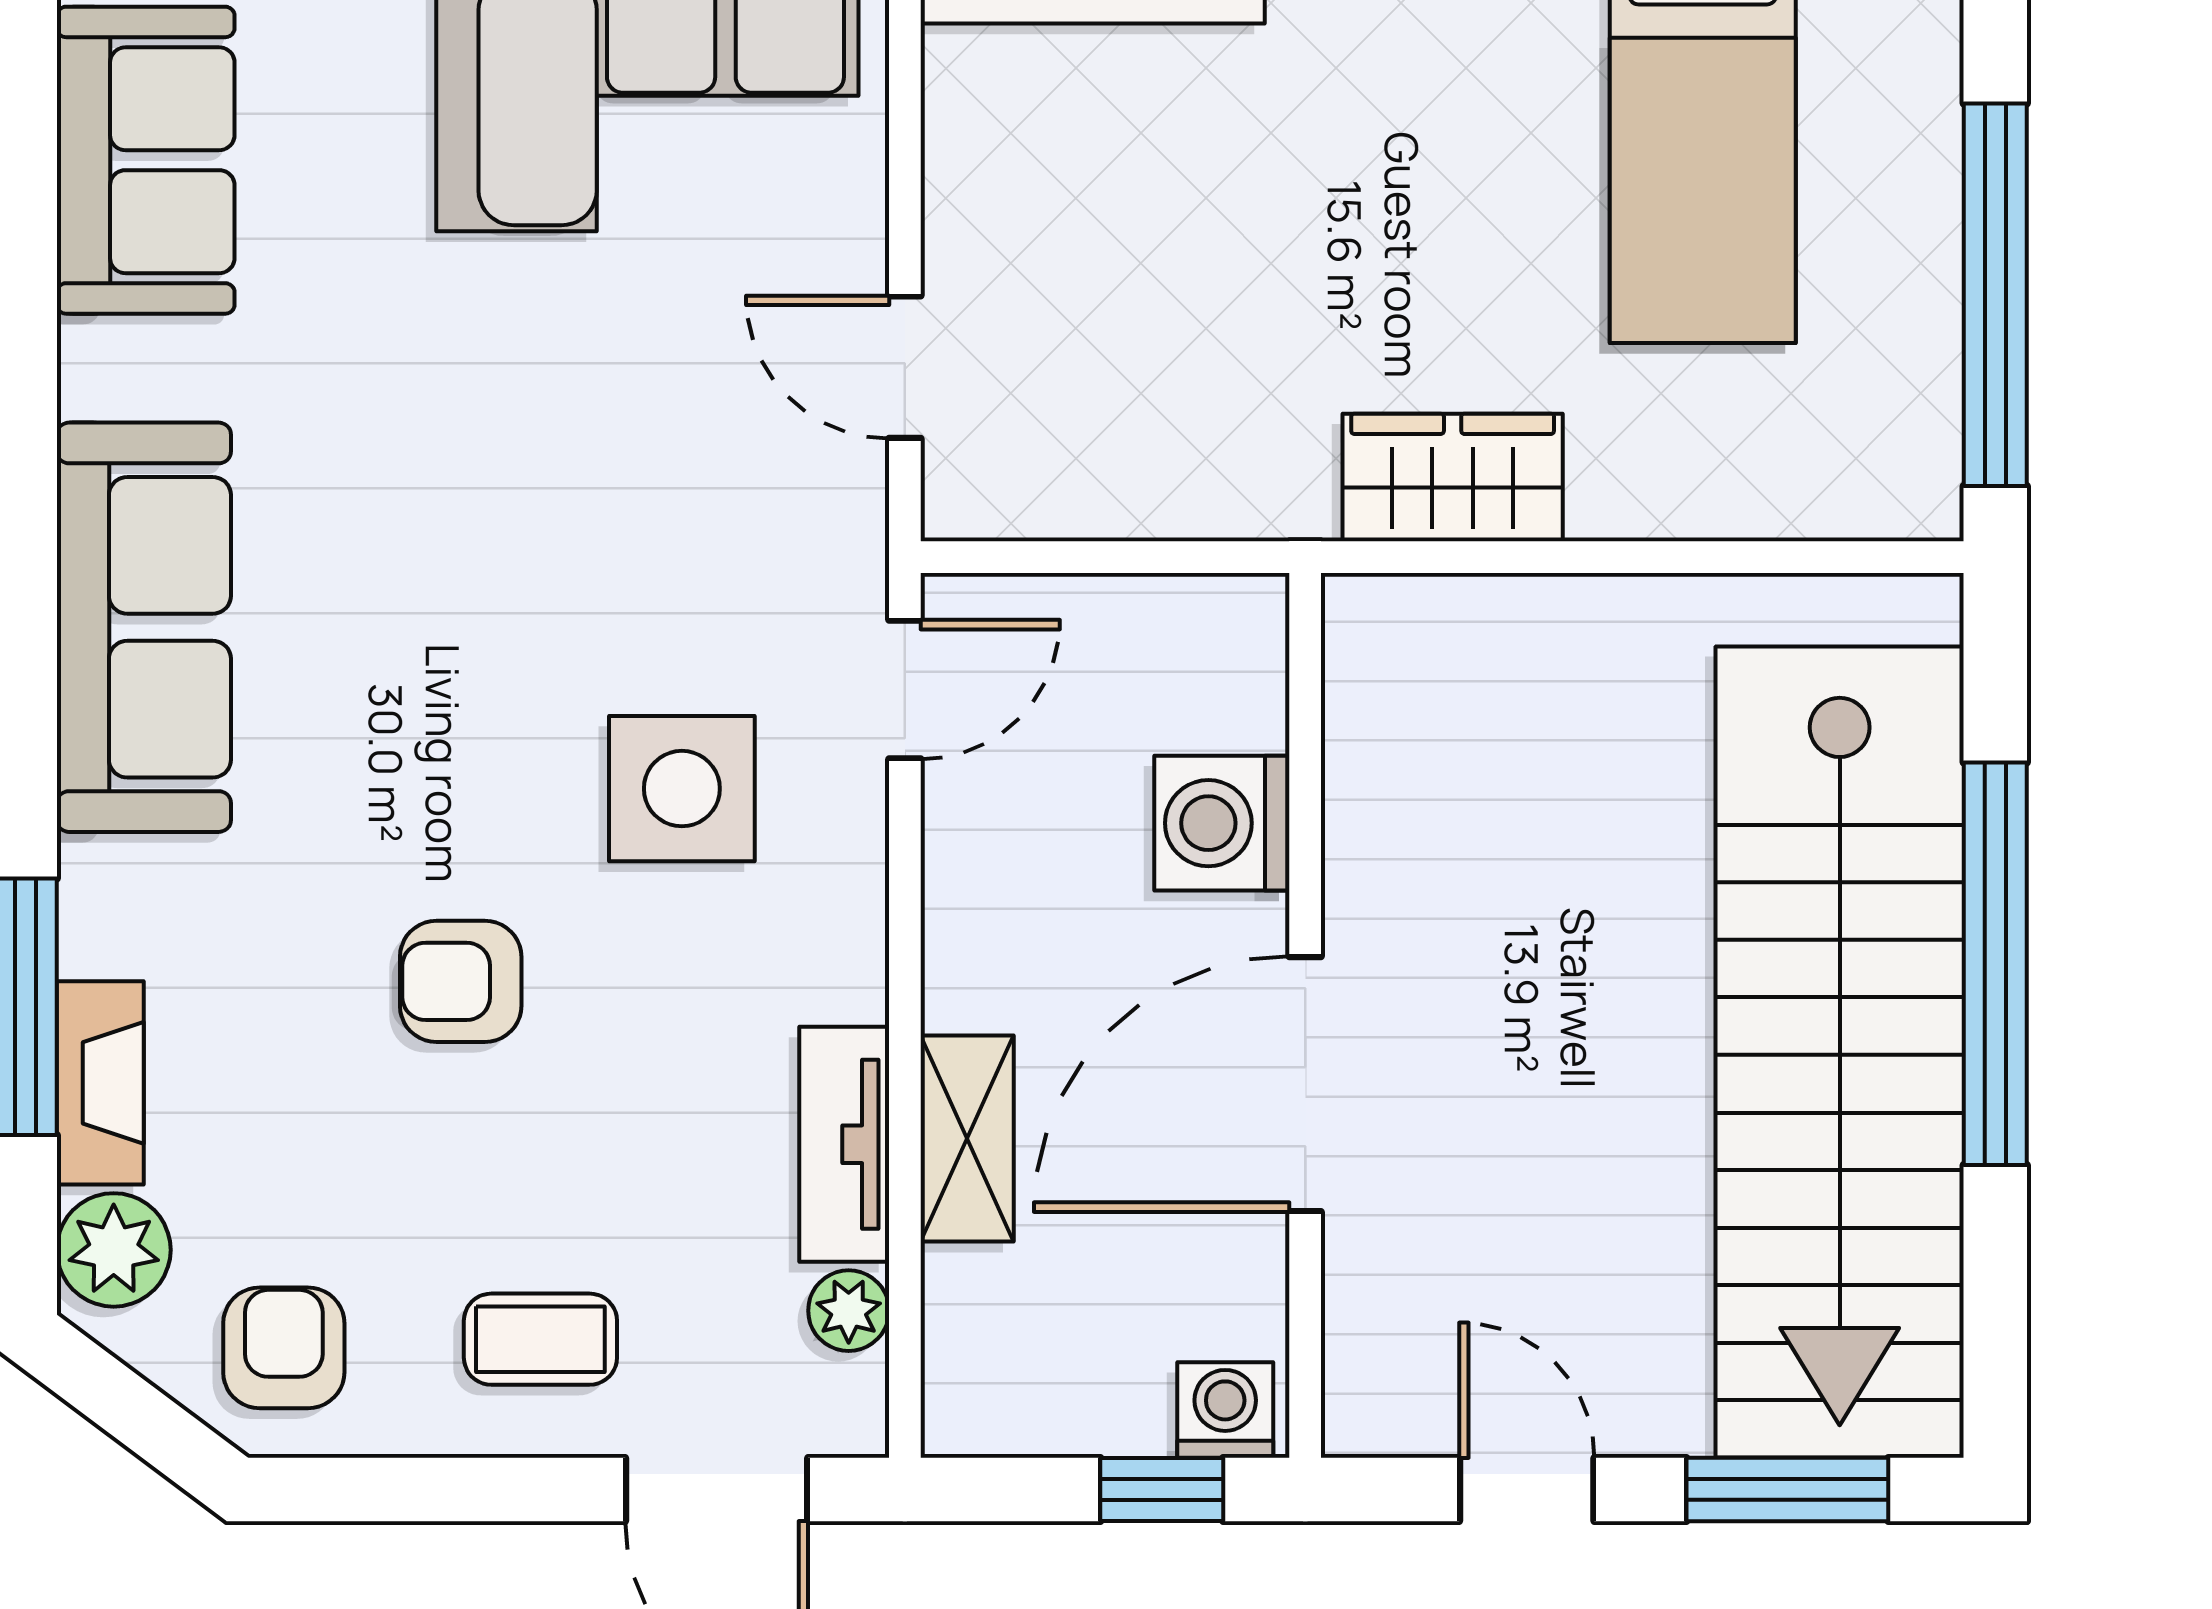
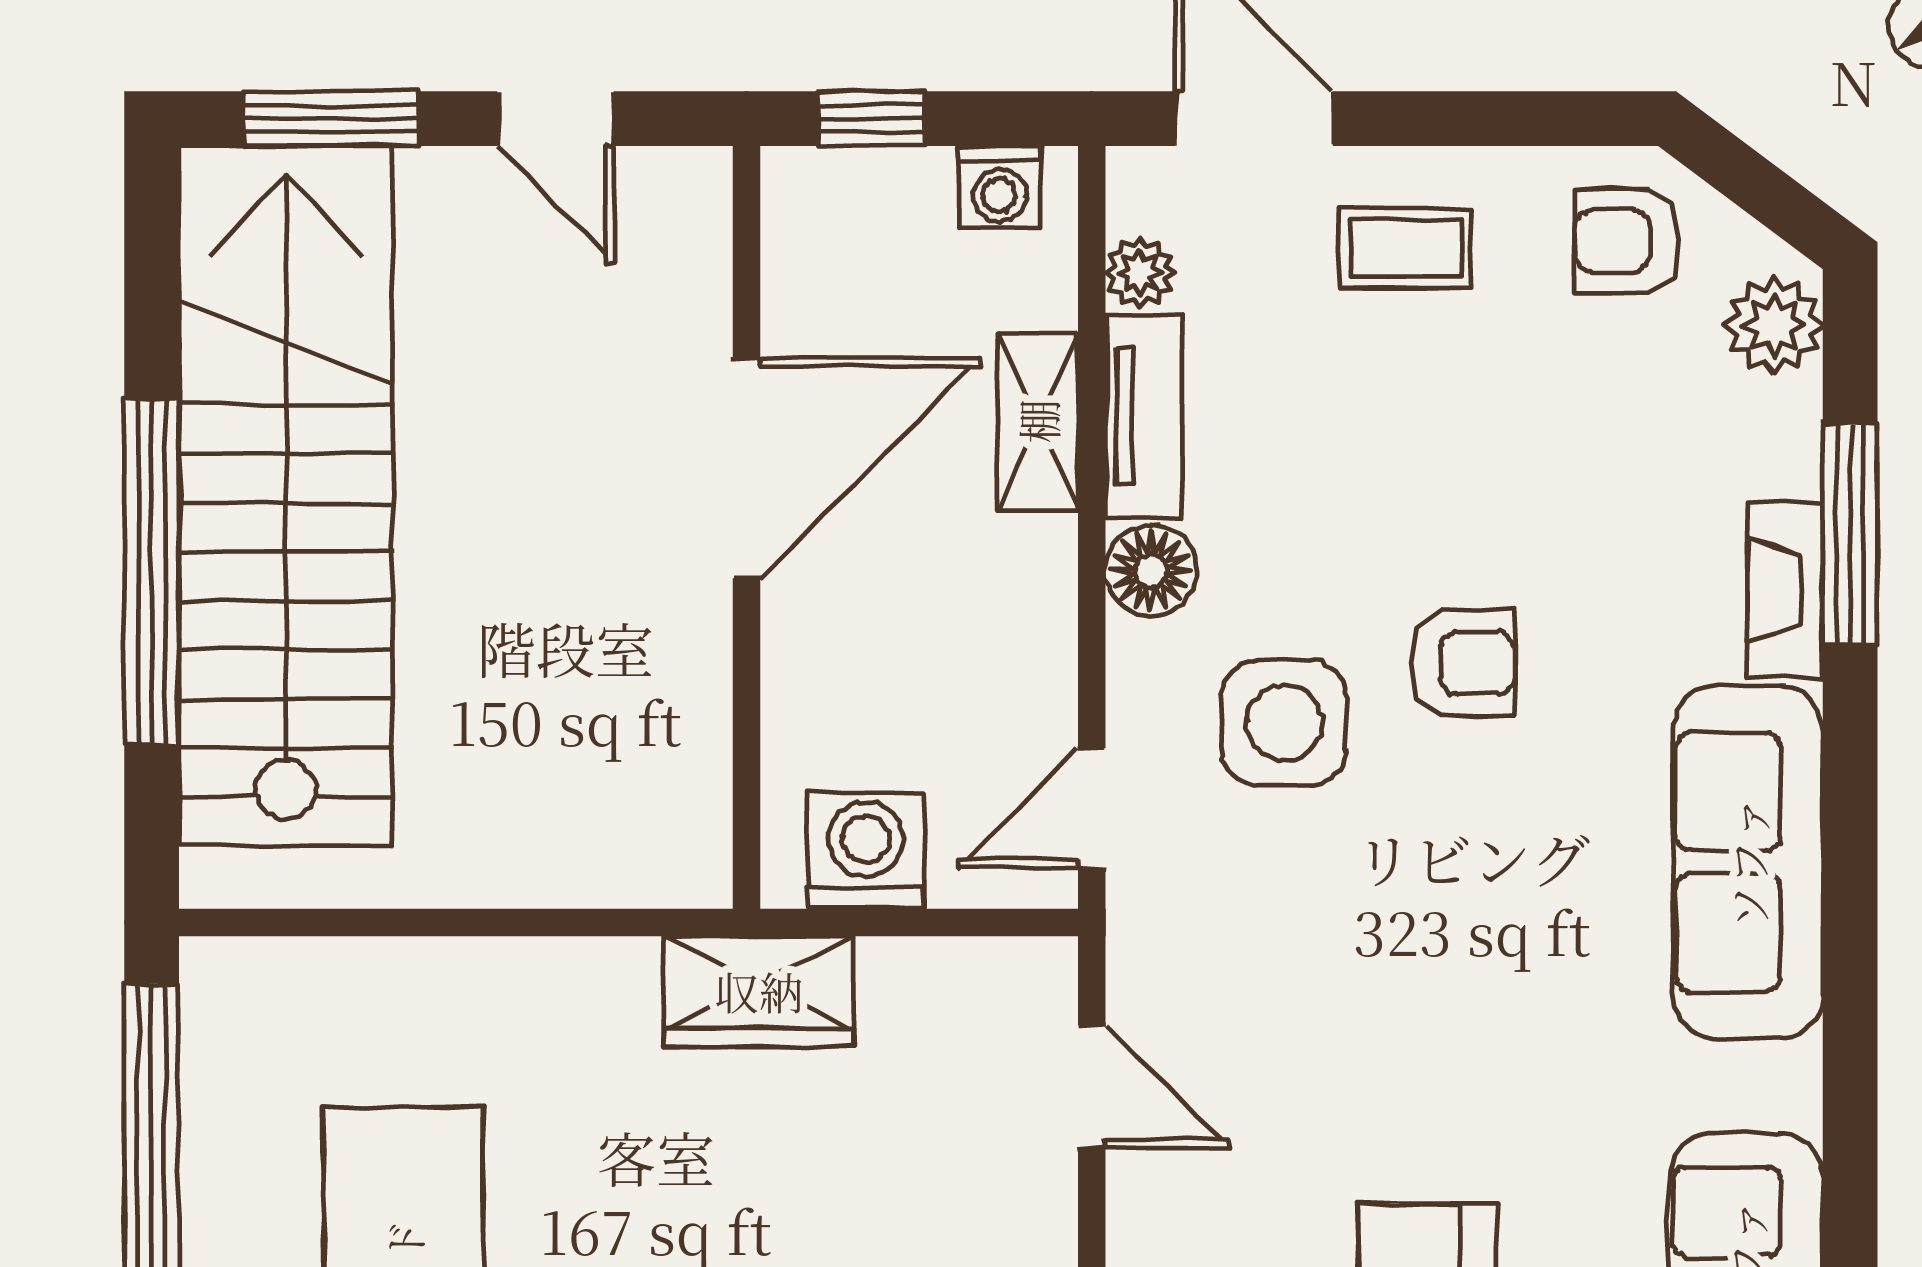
wardrobe: (1453, 477) -> (759, 991), moved
washing machine: (1222, 823) -> (866, 851), moved, turned -90
floor lamp: (836, 965) -> (1151, 571), added
armchair: (461, 981) -> (1463, 663), moved
fireplace: (100, 1083) -> (1785, 590), moved
armchair: (284, 1348) -> (1627, 241), turned 90
washing machine: (1225, 1410) -> (1000, 187), moved

